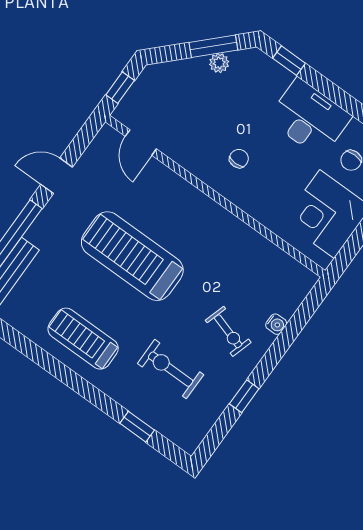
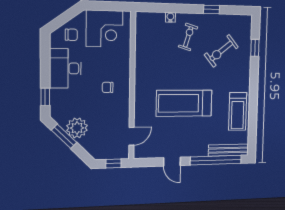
plant: (219, 63) -> (77, 128), width x1.87, depth x1.87
treadmill: (132, 256) -> (184, 103), turned 90
treadmill: (83, 339) -> (238, 111), moved
exercise bike: (171, 369) -> (221, 51), turned 51

